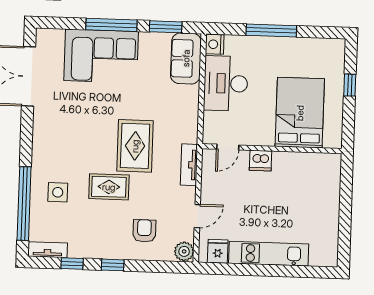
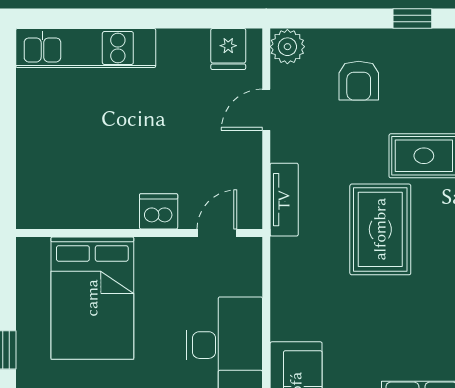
kitchen unit: (269, 254) -> (86, 48), moved

